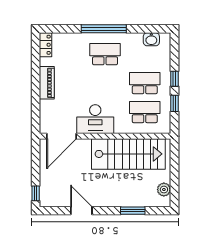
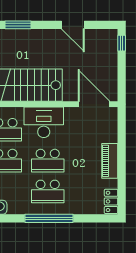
school desk: (105, 83) -> (48, 161), added
desk: (95, 119) -> (44, 122), moved
door: (62, 136) -> (94, 104), hinge flipped

